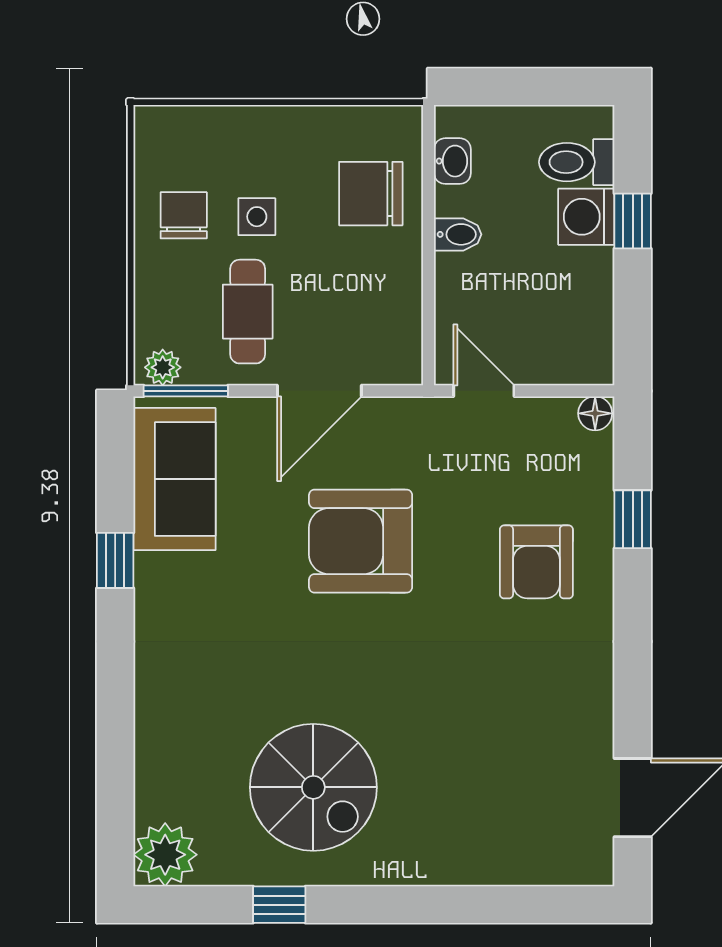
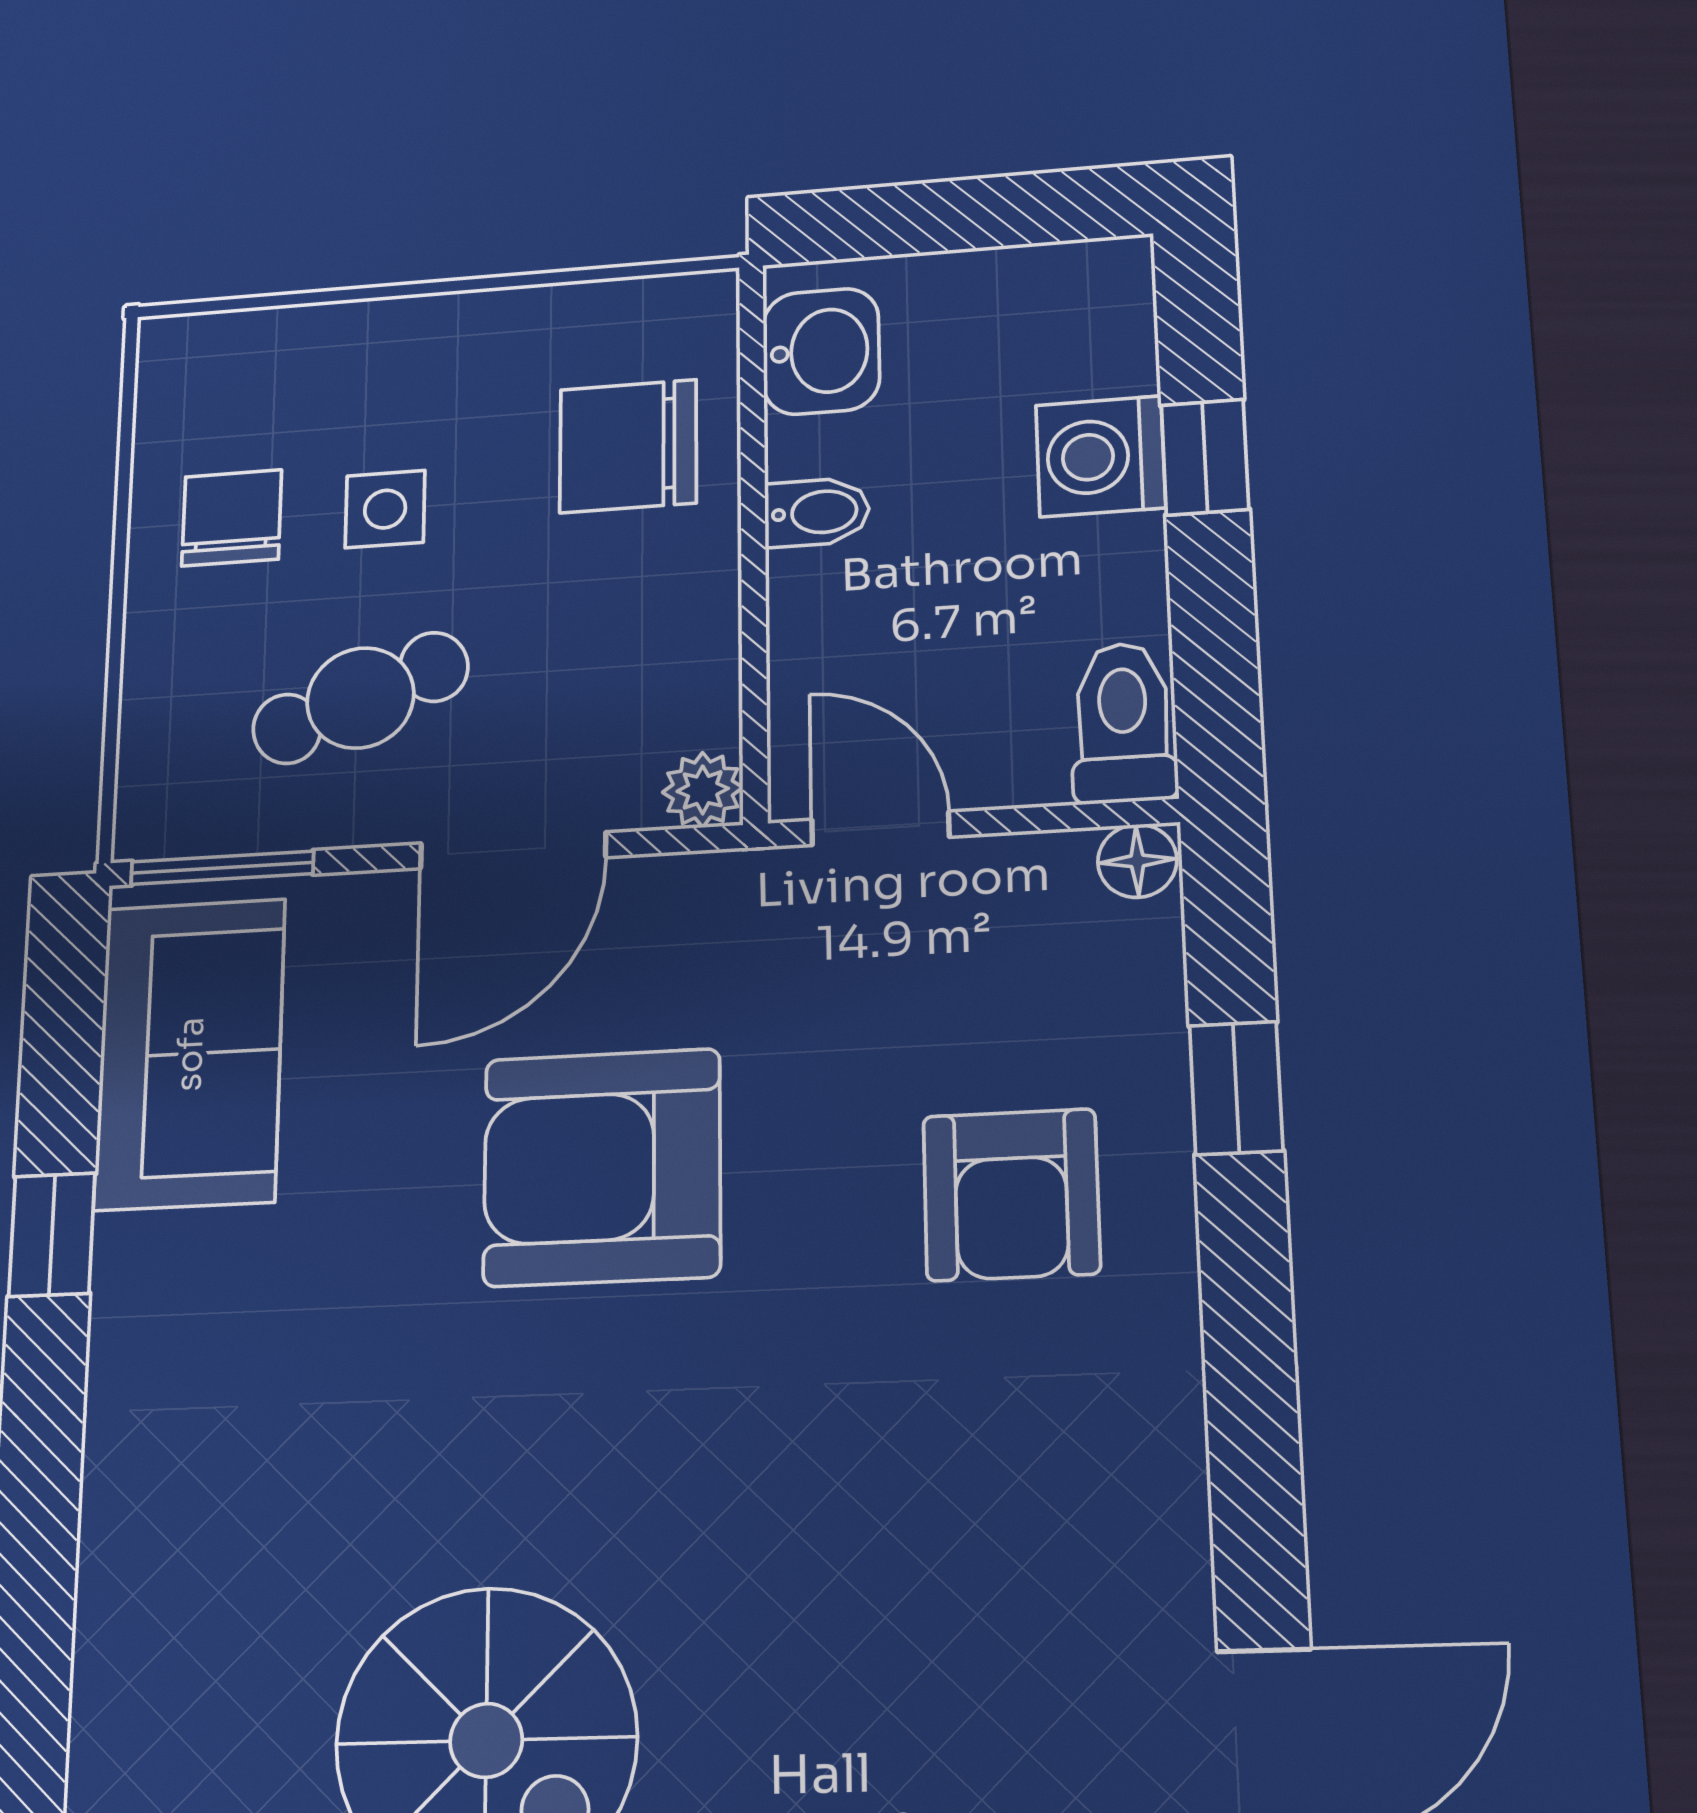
washbasin: (452, 161) -> (821, 351), width x1.38, depth x1.45
toilet: (577, 162) -> (1123, 723), moved, turned 90
cafe table: (248, 312) -> (360, 698), turned 69
plant: (163, 367) -> (703, 790), moved

